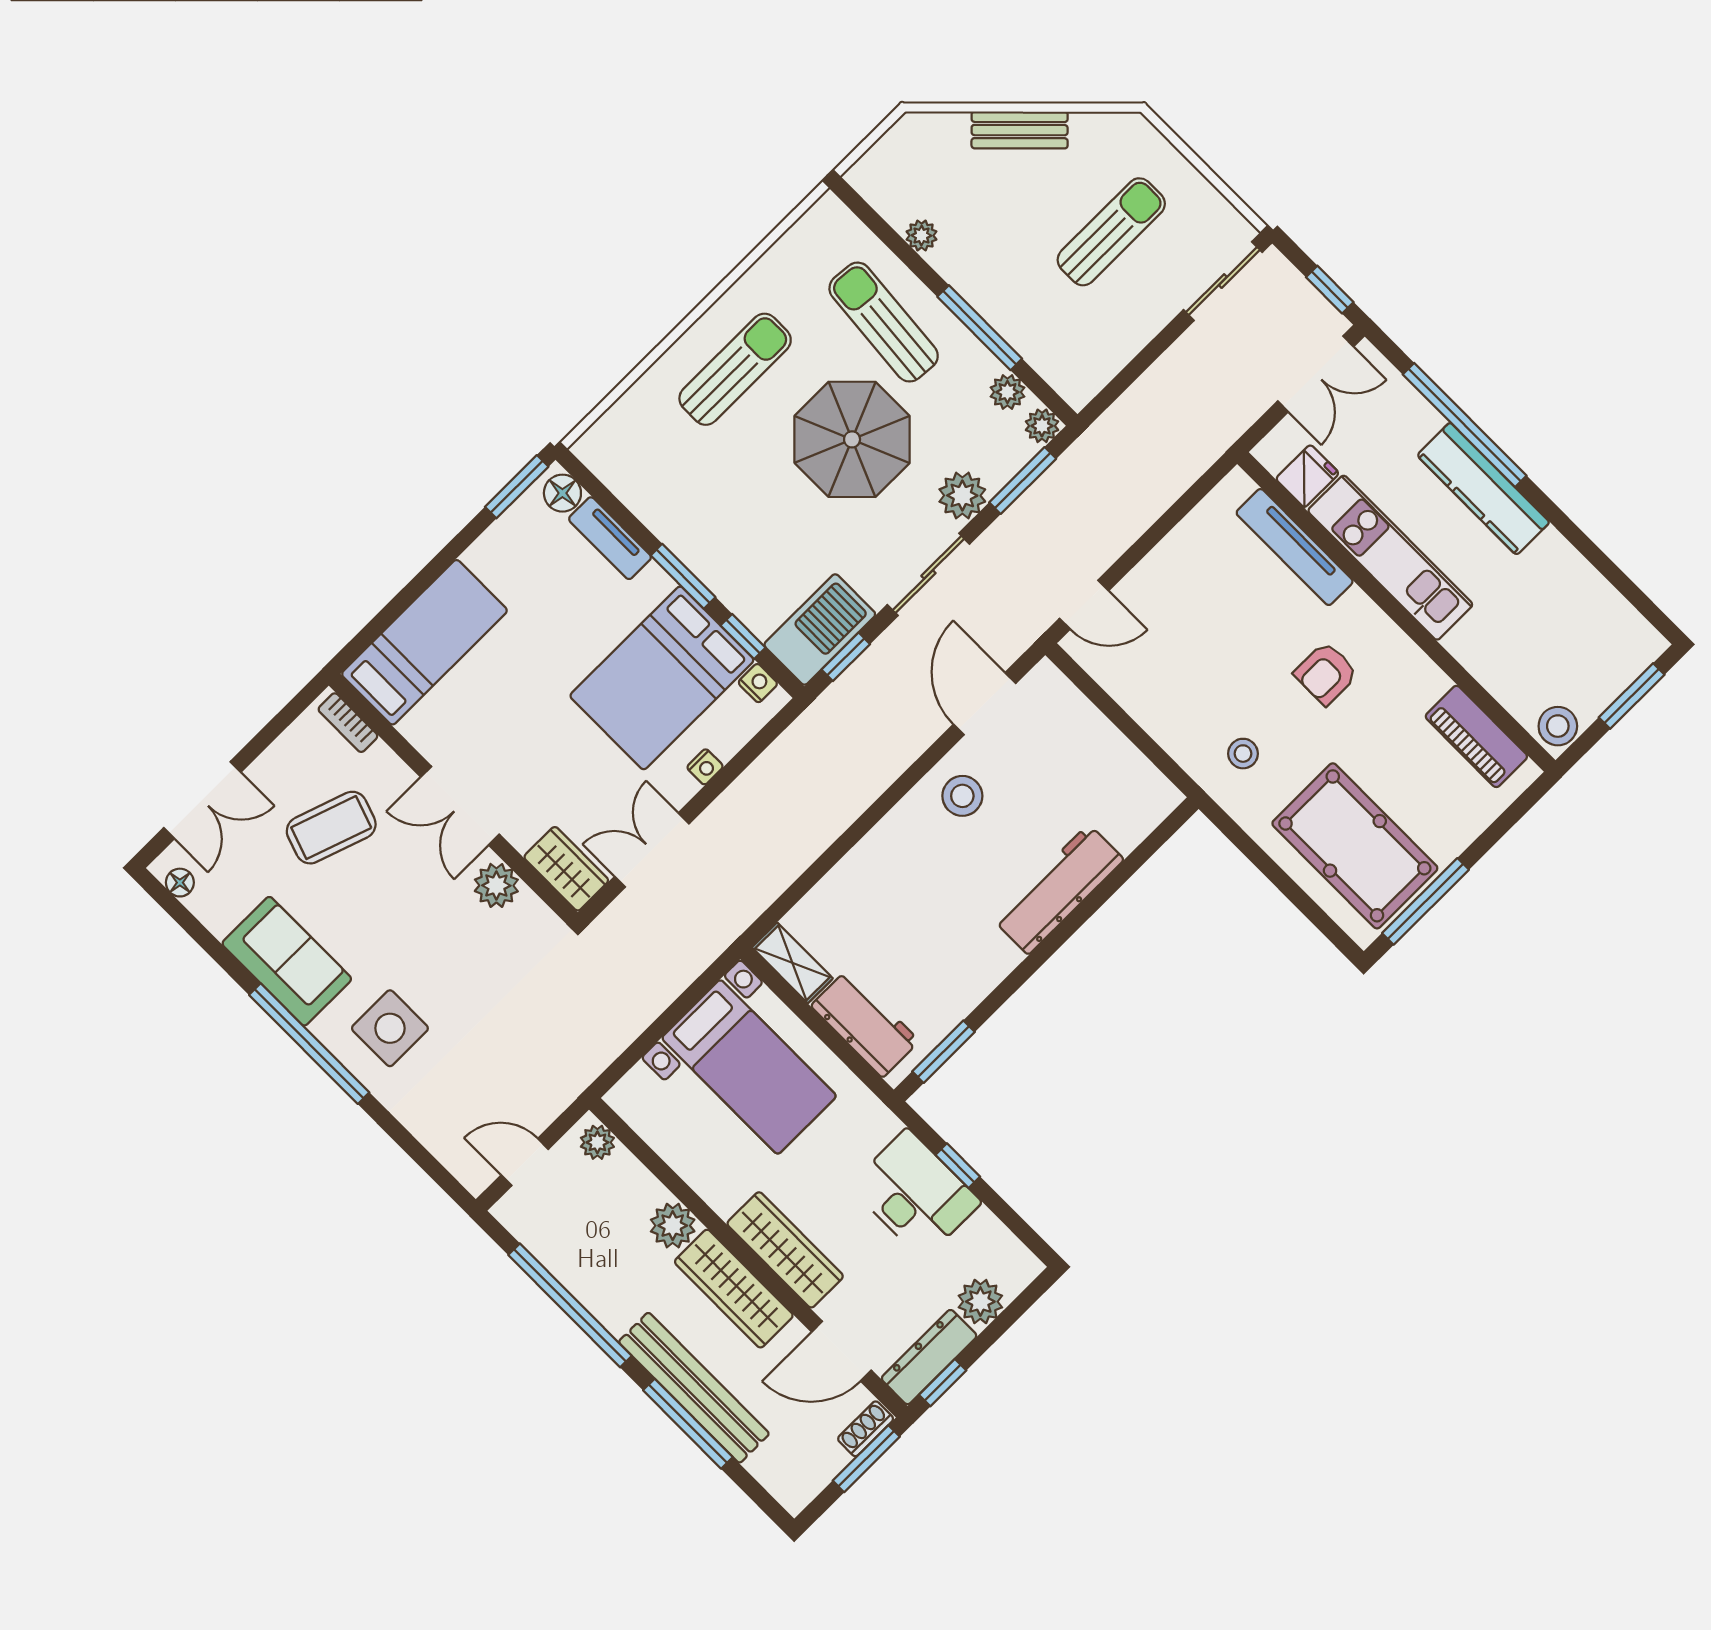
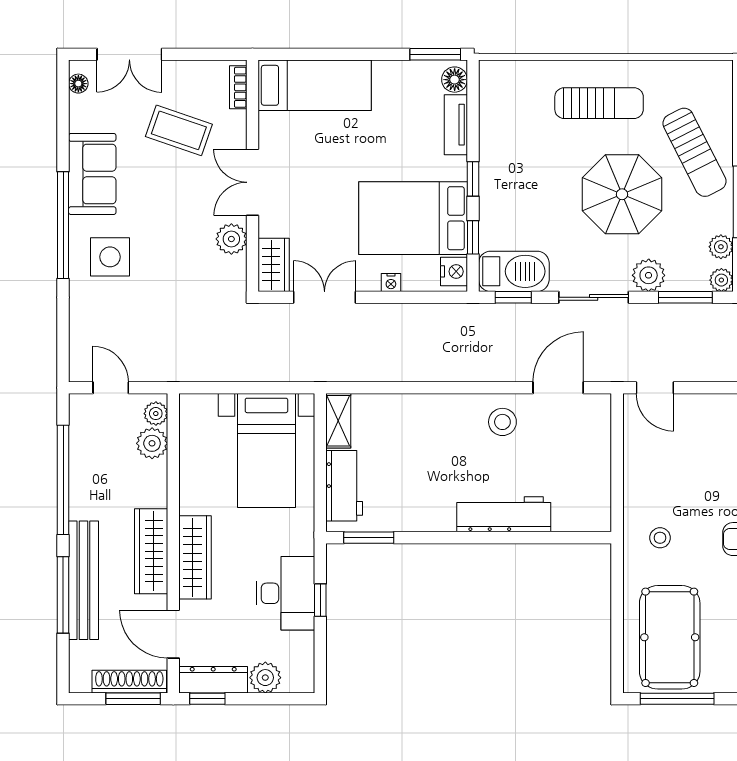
sun lounger: (884, 322) -> (694, 152), turned 148
window: (683, 576) -> (473, 179), width x0.67
nightstand: (758, 683) -> (454, 271), width x1.39, depth x1.35
plant: (673, 1226) -> (152, 443), moved
shoe rack: (866, 1429) -> (129, 682), width x1.94, depth x1.24

